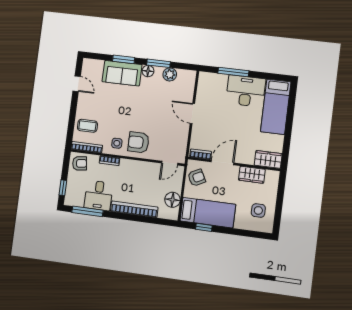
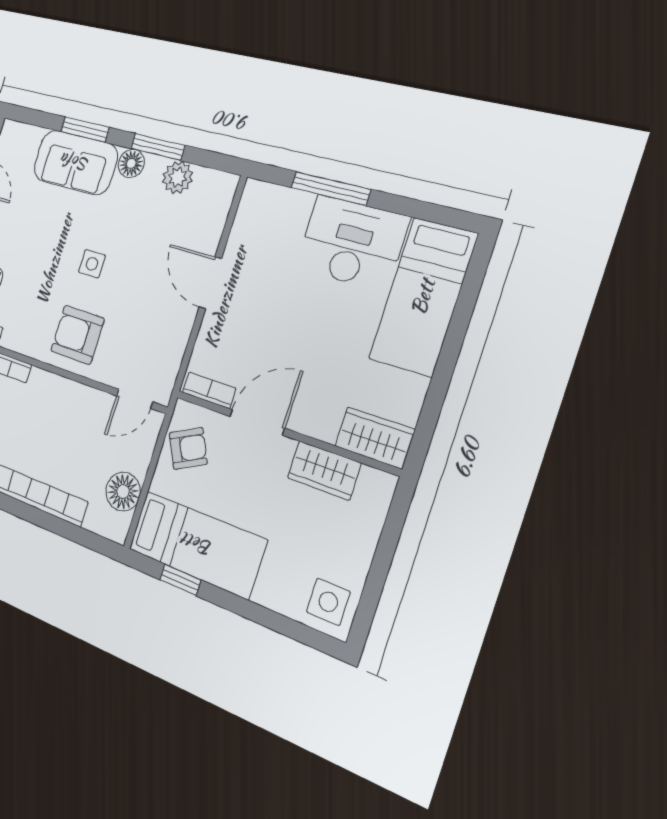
side table: (117, 143) -> (92, 264), moved
side table: (258, 210) -> (328, 602), moved

